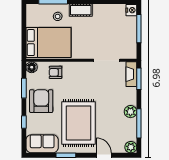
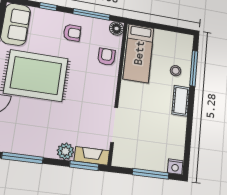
bed: (48, 43) -> (139, 53), width x0.67
window: (24, 88) -> (92, 14), width x1.44
armchair: (41, 101) -> (72, 33), width x0.53, depth x0.53
plant: (130, 112) -> (65, 151), moved

